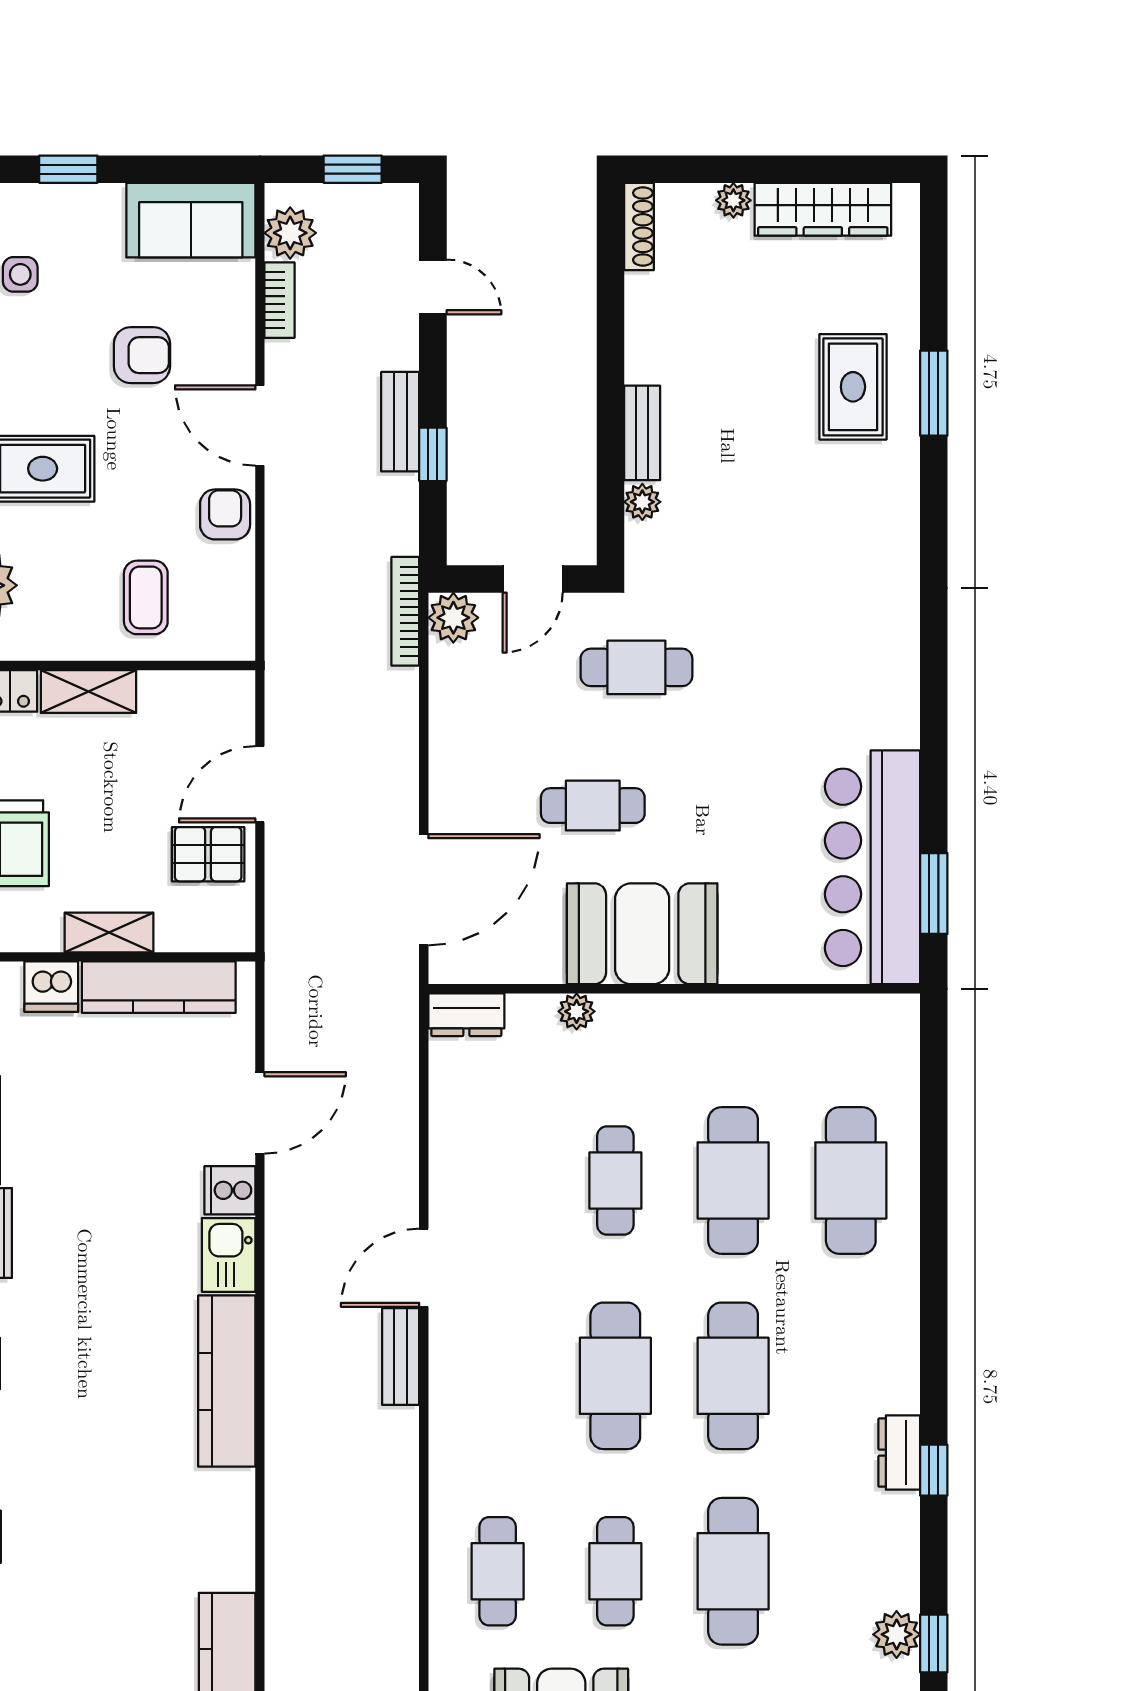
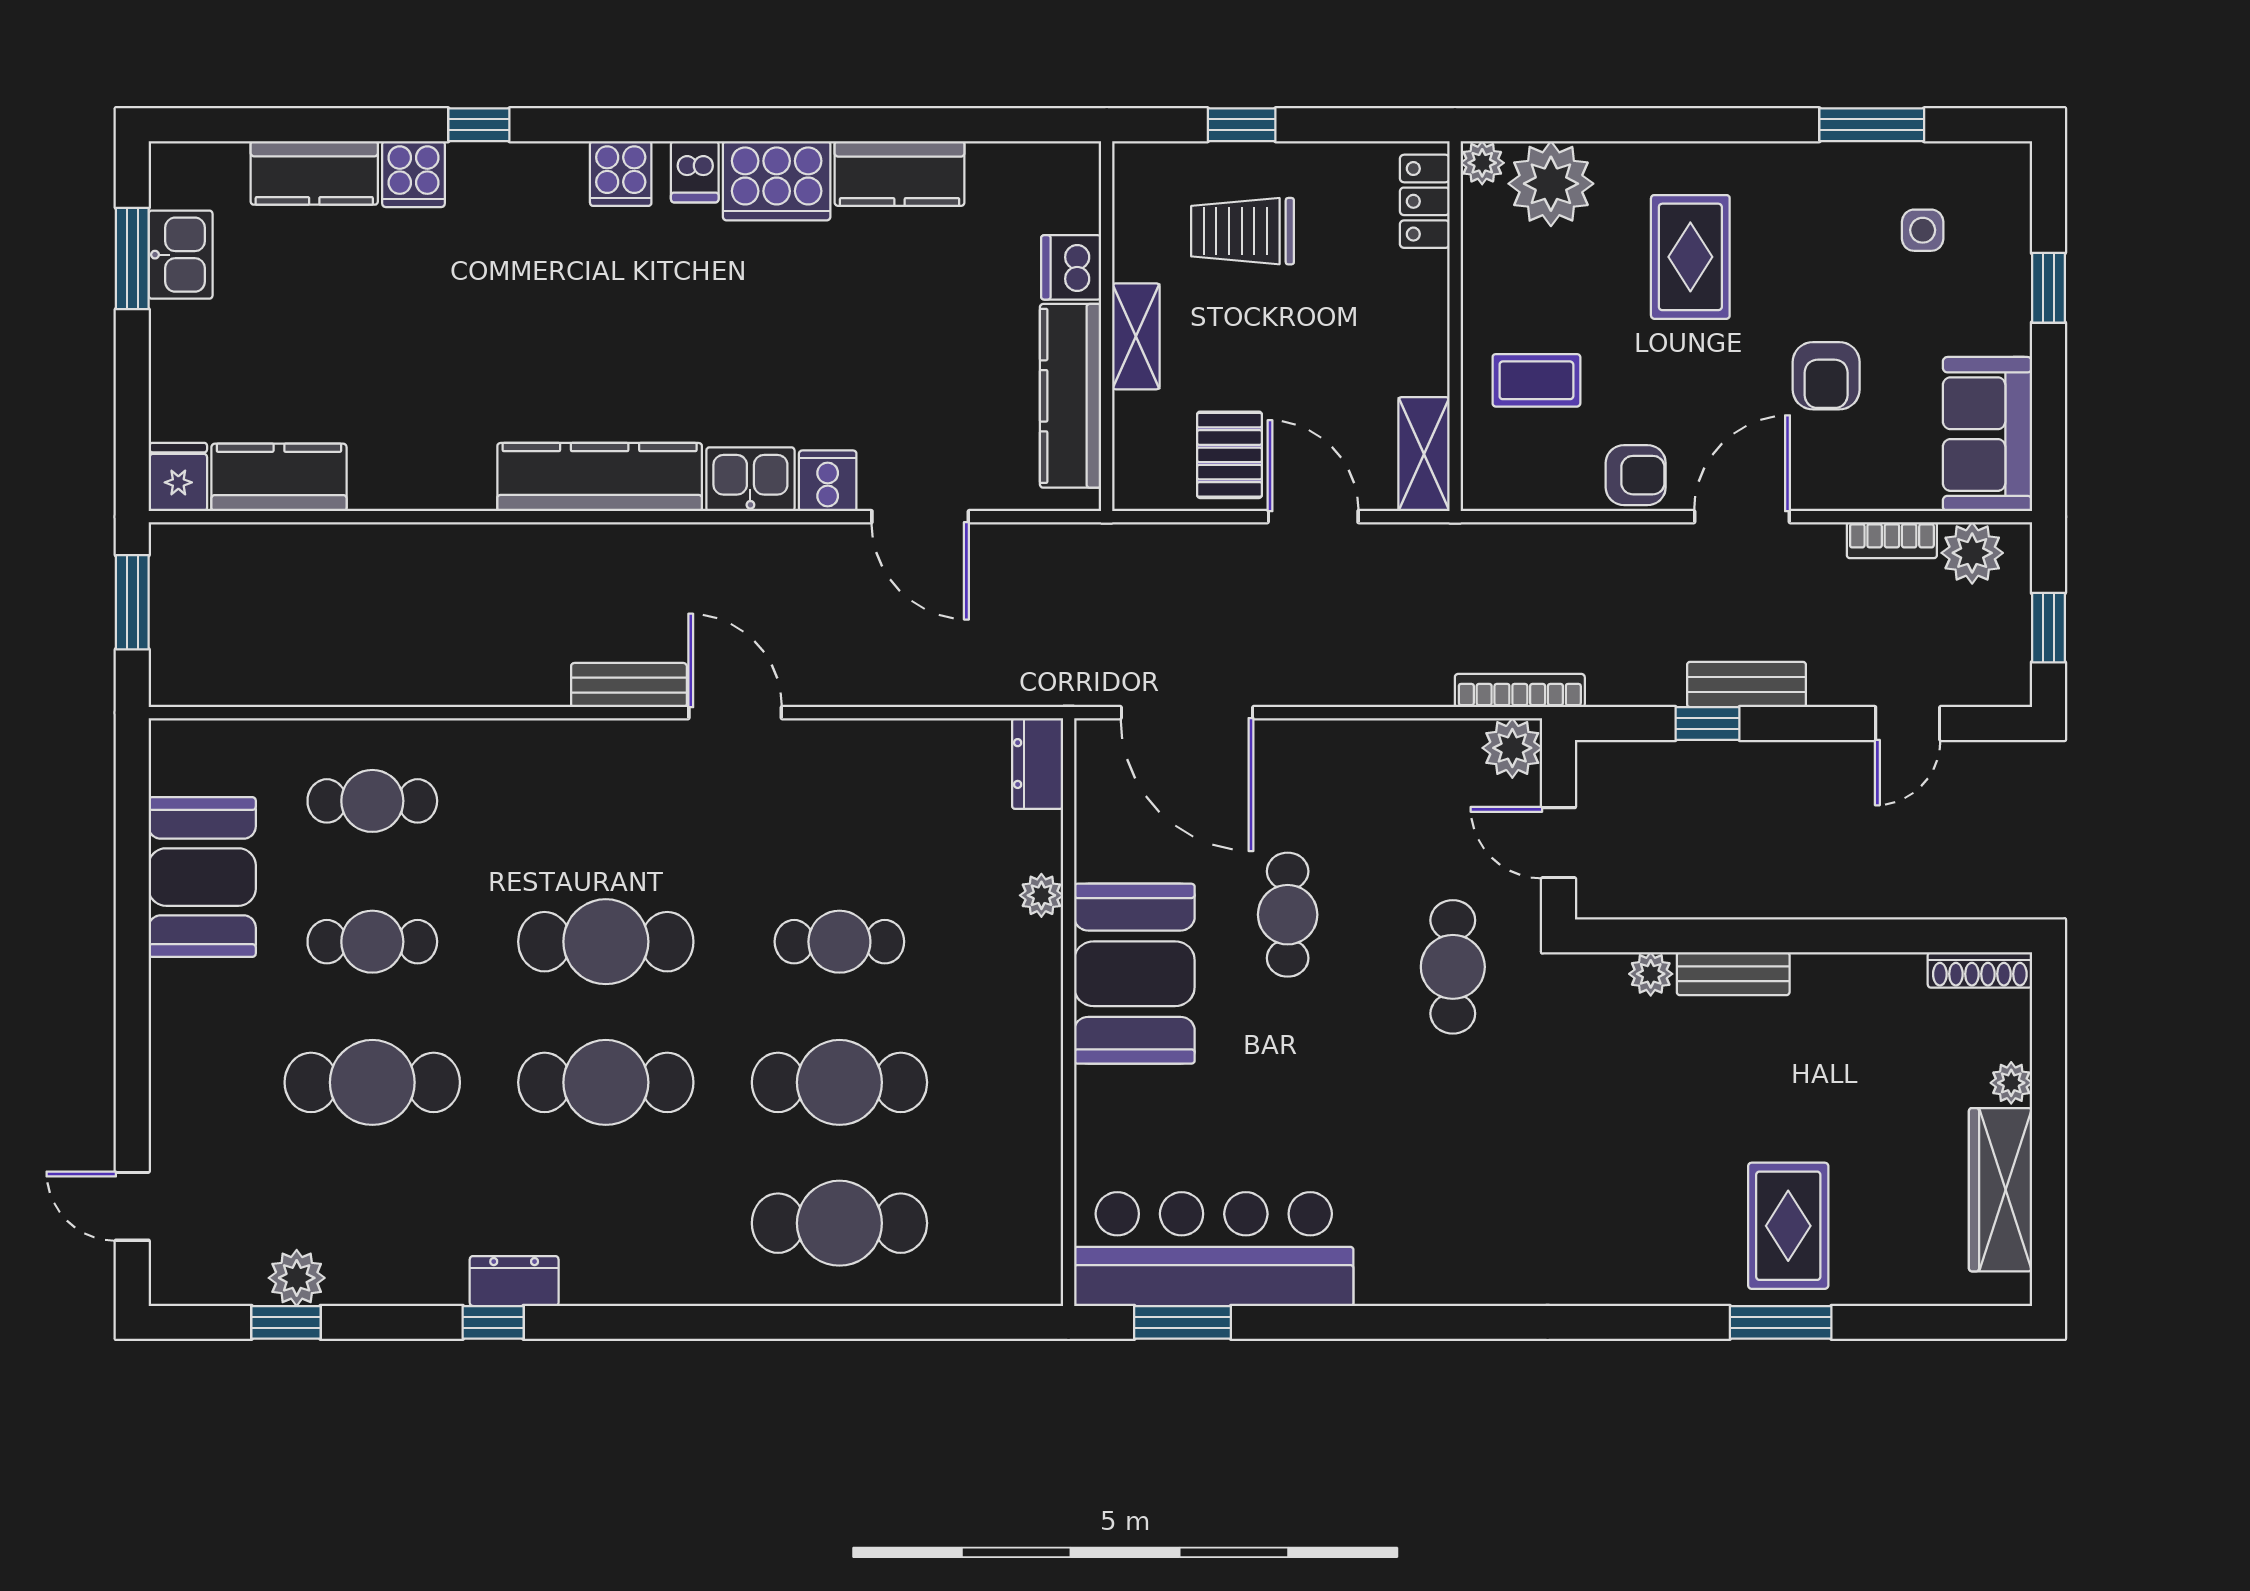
rug: (853, 387) -> (1788, 1226), turned 90
shelving: (89, 692) -> (1424, 454), moved

